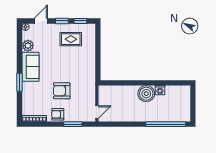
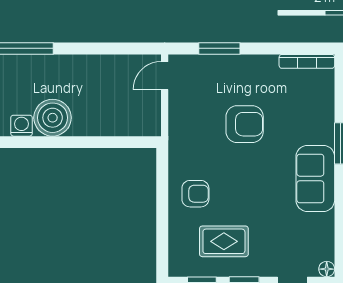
plant: (28, 46) -> (321, 227), removed
armchair: (58, 114) -> (195, 194), moved

